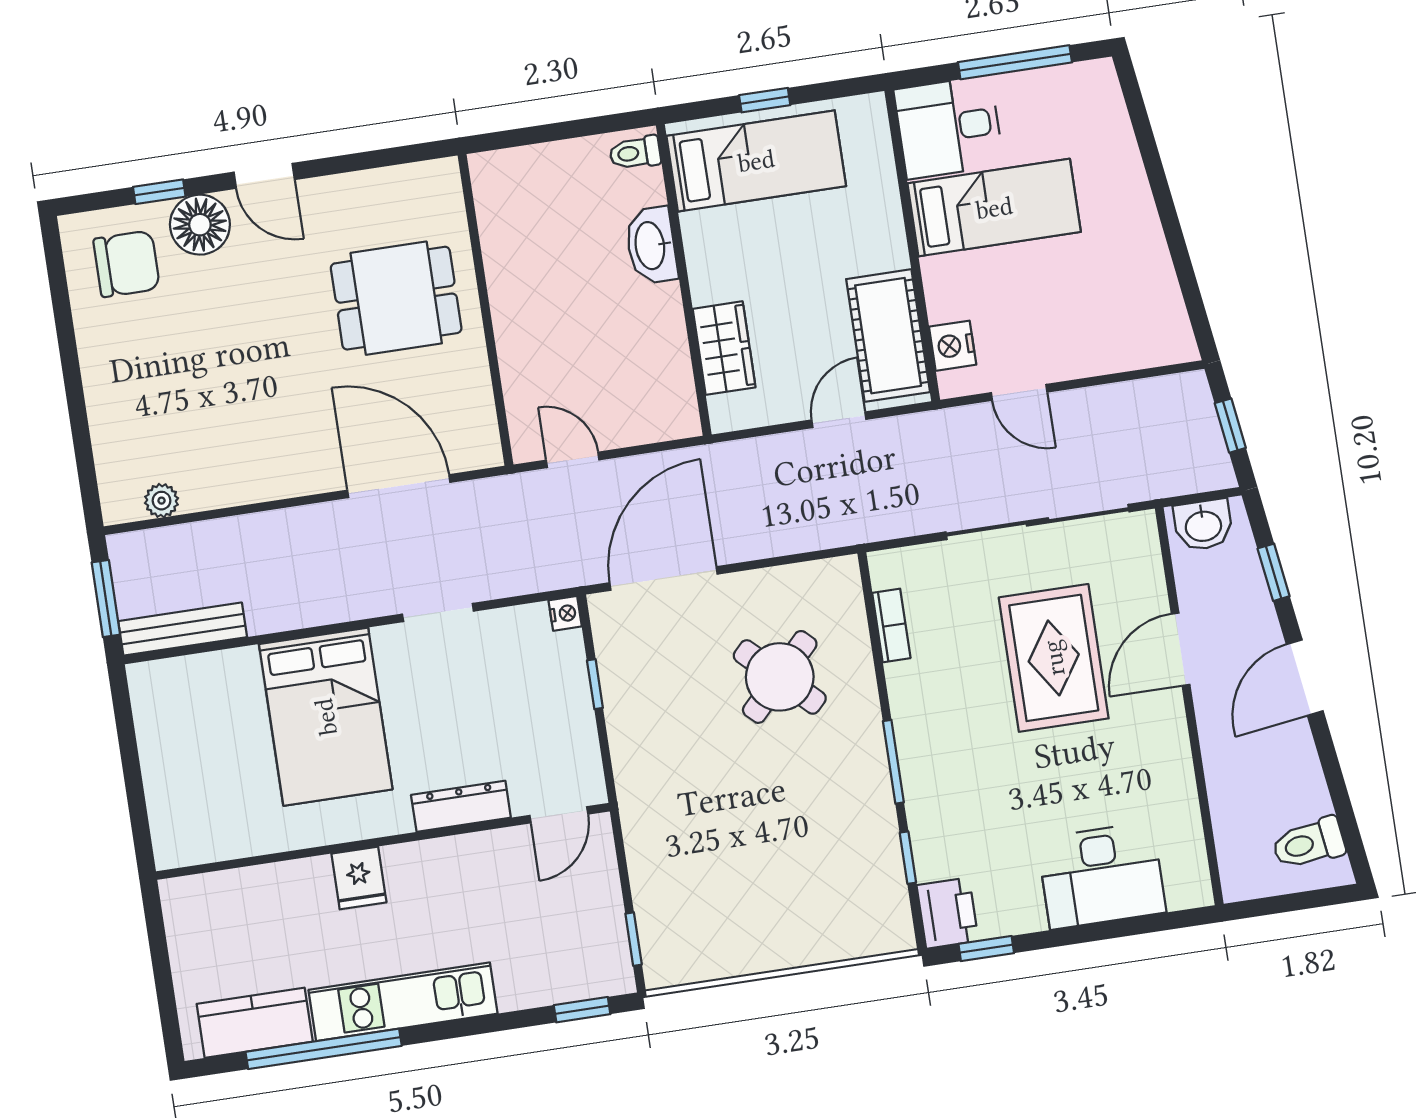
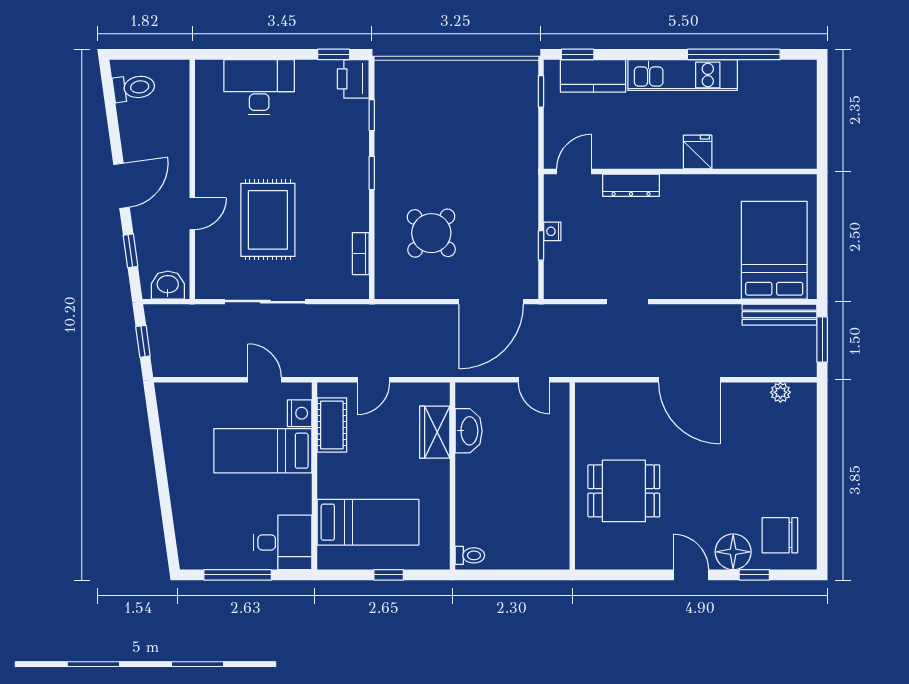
bed: (756, 161) -> (368, 522), moved, turned 180
bed: (994, 208) -> (263, 451), moved
washbasin: (651, 245) -> (469, 431), moved
cot: (888, 336) -> (332, 425), width x0.73, depth x0.75
door: (399, 486) -> (689, 380), moved
sliding door: (1037, 522) -> (265, 302), width x0.73
nightstand: (565, 613) -> (552, 231), moved
door: (1181, 649) -> (192, 214), width x0.73
bed: (326, 717) -> (774, 250), moved
window: (893, 762) -> (372, 173), width x0.67
kitchen counter: (255, 1023) -> (593, 76), moved

